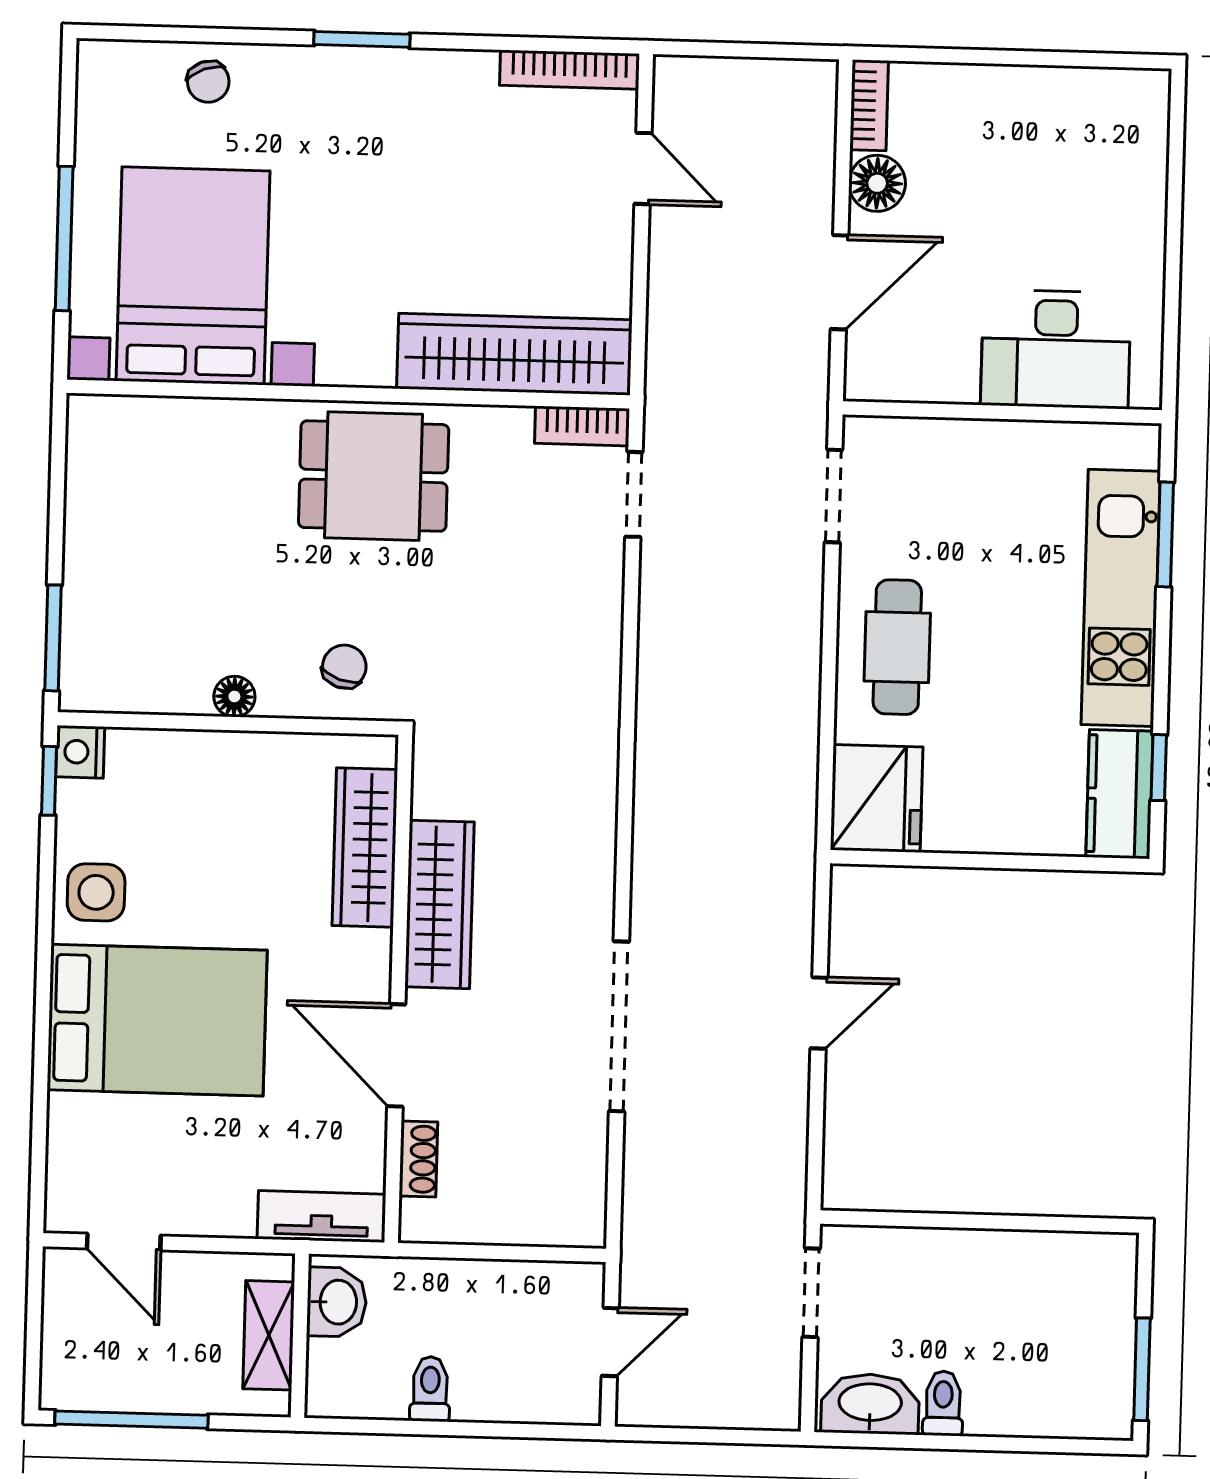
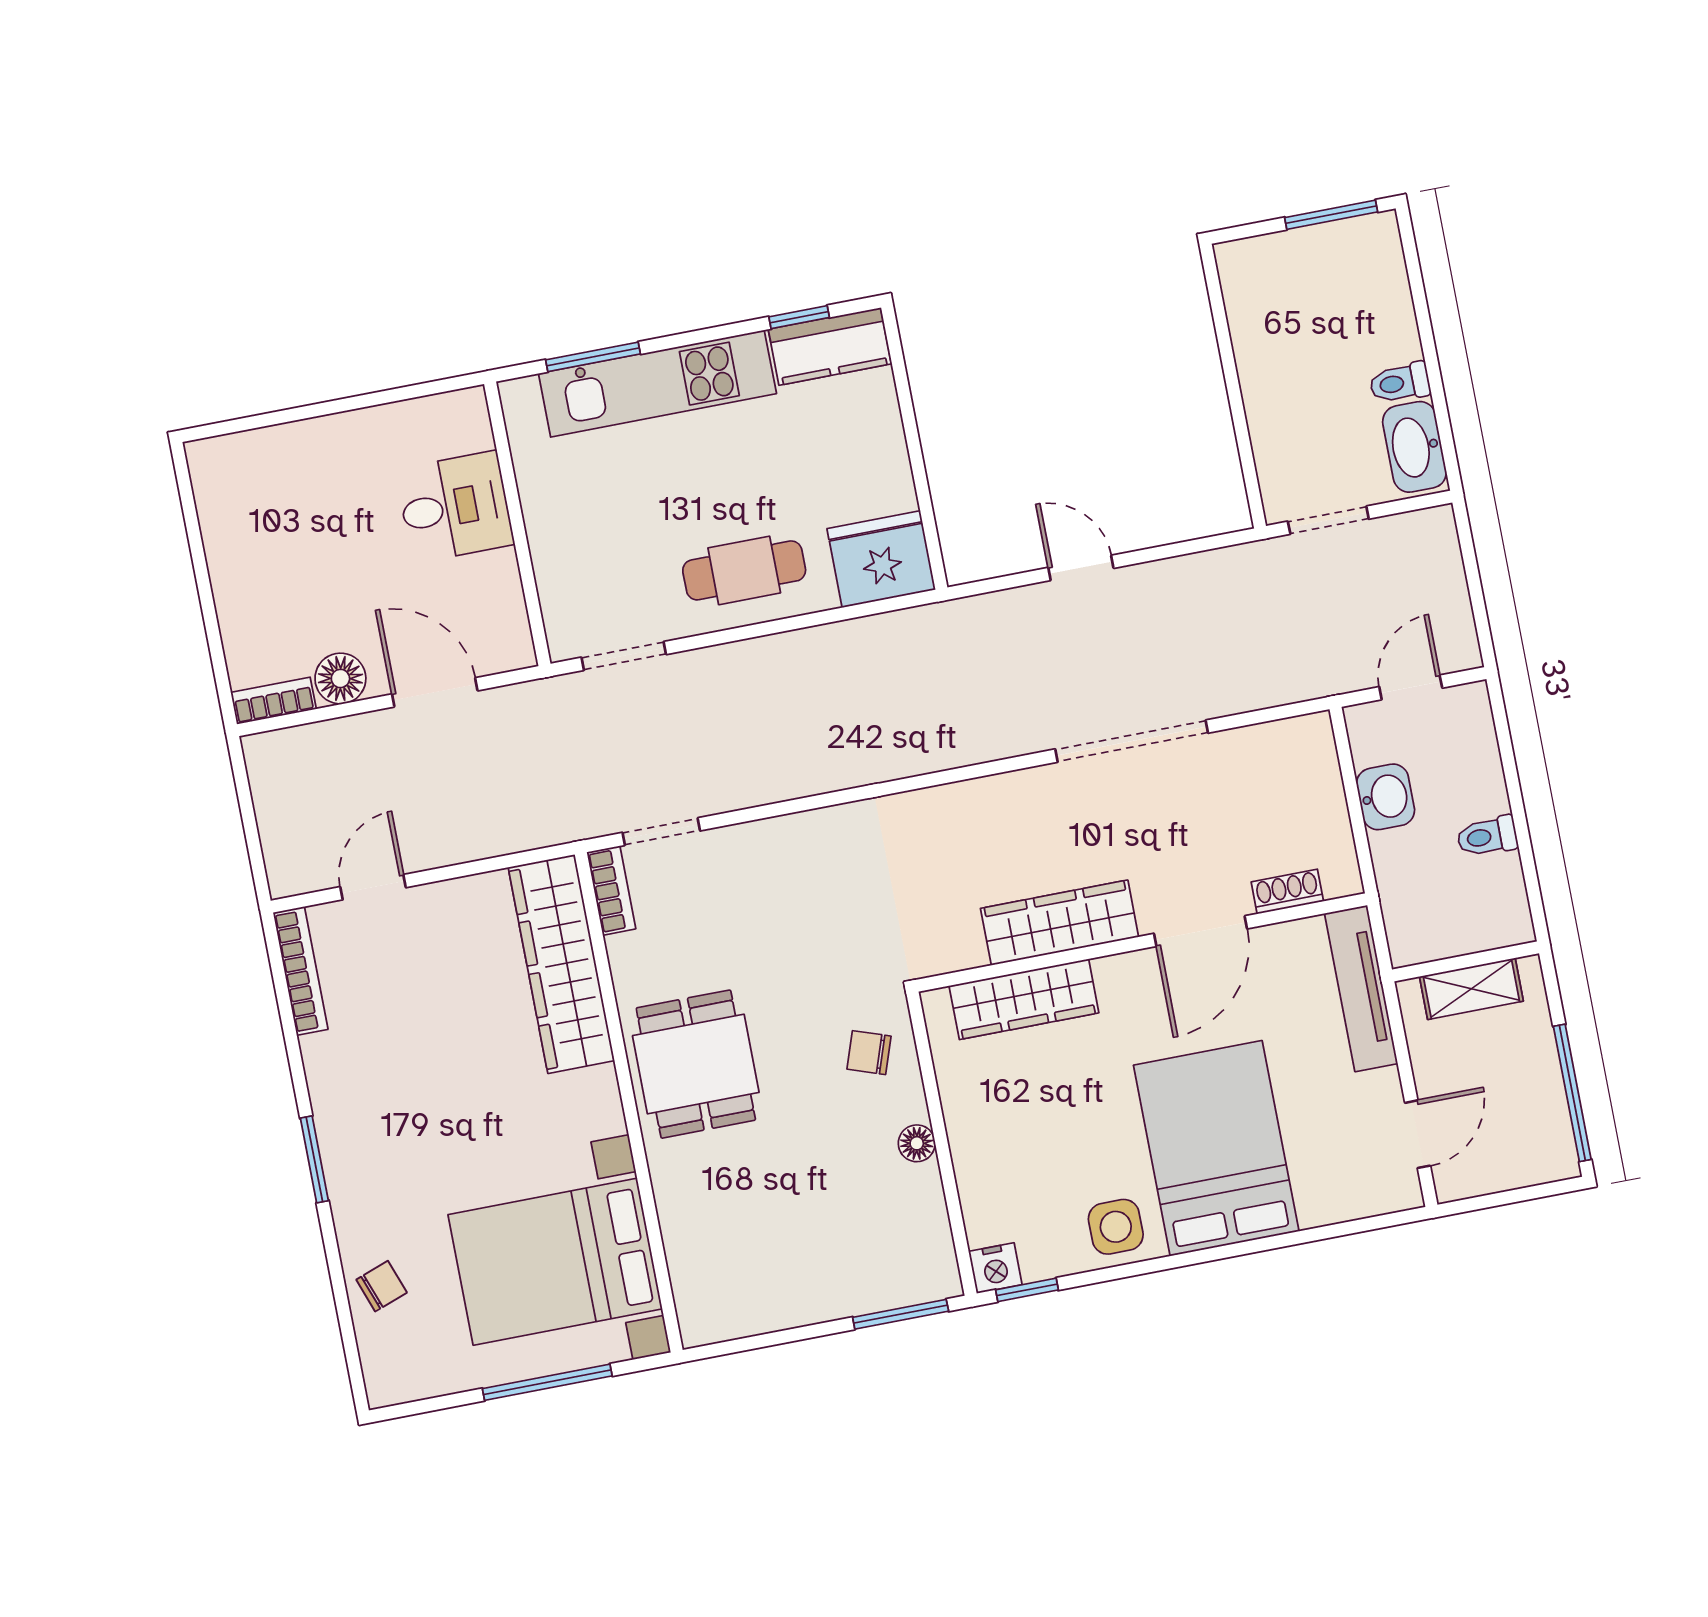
desk: (1056, 349) -> (455, 507), width x0.73
tv unit: (322, 1217) -> (1361, 988), width x1.41
washbasin: (337, 1302) -> (1386, 797), moved, turned 90
door: (610, 1342) -> (1411, 687), hinge flipped

